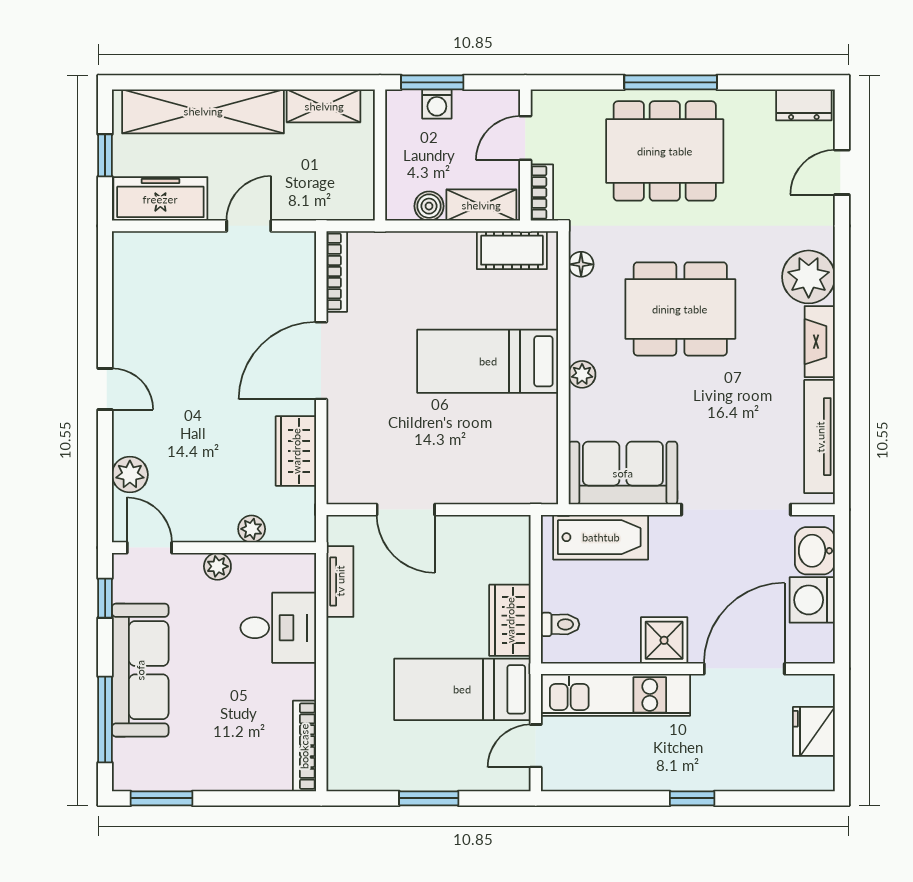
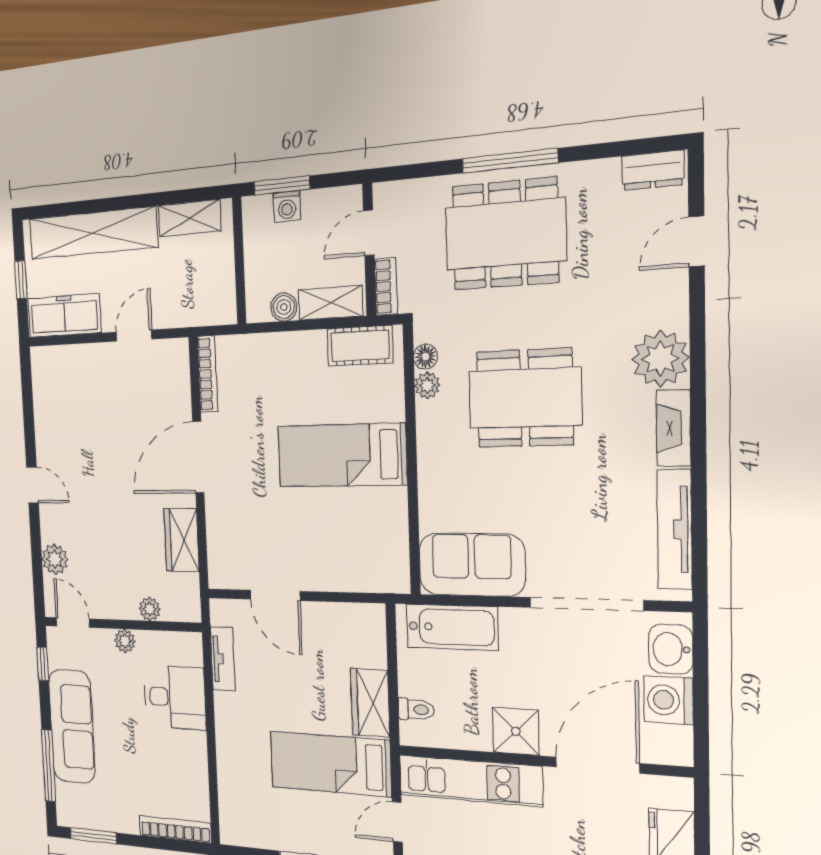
plant: (582, 374) -> (427, 385), moved
bookcase: (304, 746) -> (175, 829), moved, turned 90

